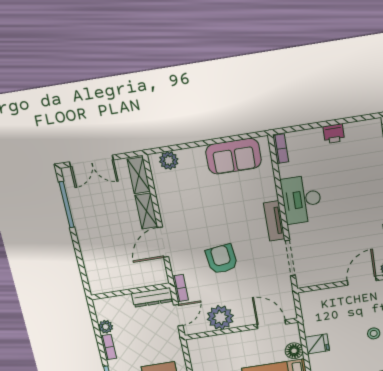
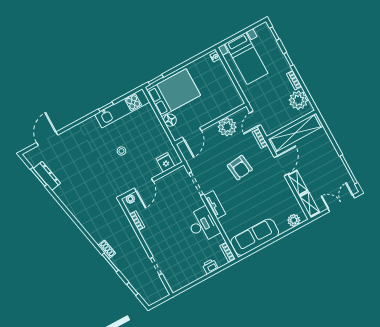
printer: (334, 134) -> (210, 266), moved
sofa: (234, 156) -> (255, 237), width x1.36
shelving: (128, 279) -> (295, 133), added
dresser: (152, 297) -> (276, 126), removed
door: (271, 324) -> (192, 134), hinge flipped
plant: (106, 327) -> (298, 100), width x1.87, depth x1.87
fridge: (317, 344) -> (165, 162), moved, turned 90

